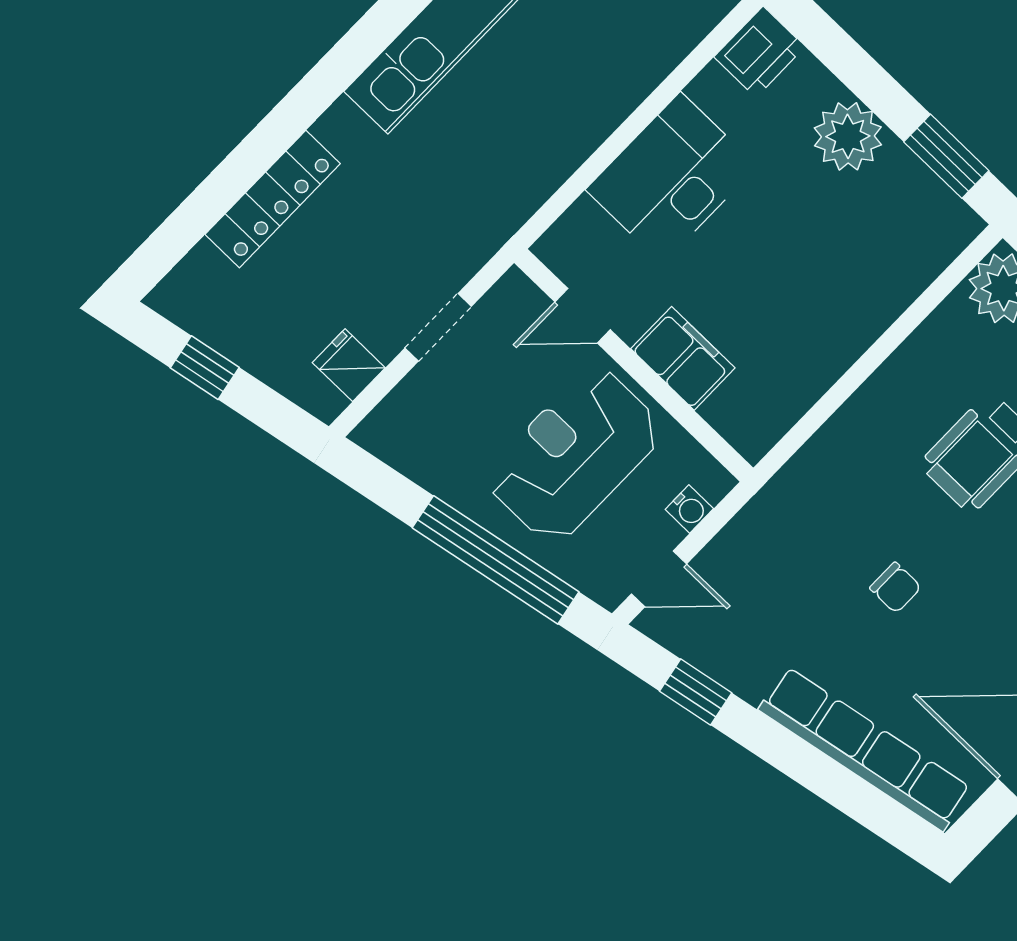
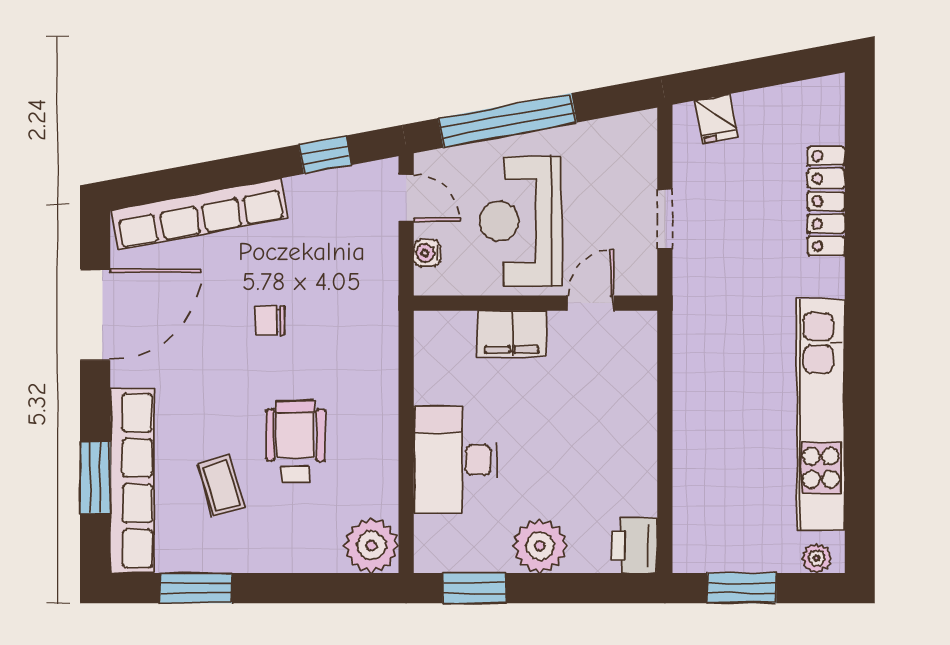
desk: (671, 178) -> (455, 460), moved, turned 180
fridge: (349, 365) -> (716, 119), moved, turned 79
window: (205, 368) -> (773, 71), removed
reception desk: (574, 455) -> (520, 221), turned 180
door: (659, 579) -> (406, 198), swing flipped

